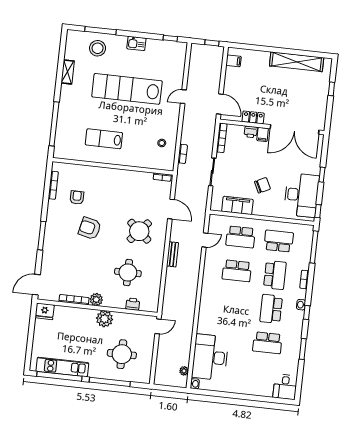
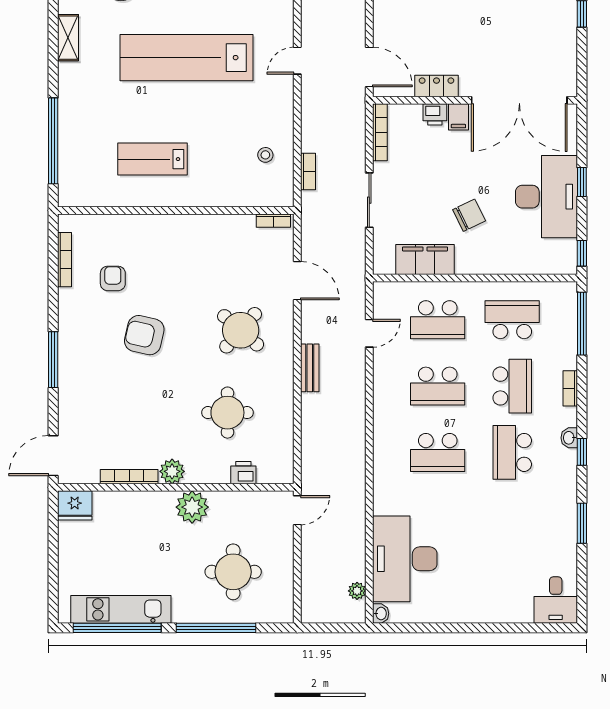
desk: (301, 195) -> (546, 197), moved
school desk: (267, 343) -> (438, 452), moved

